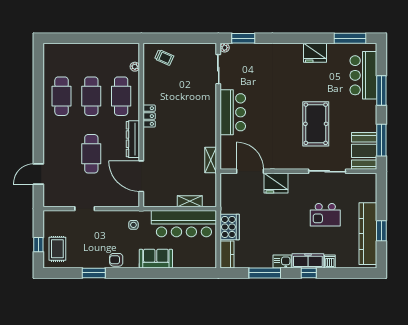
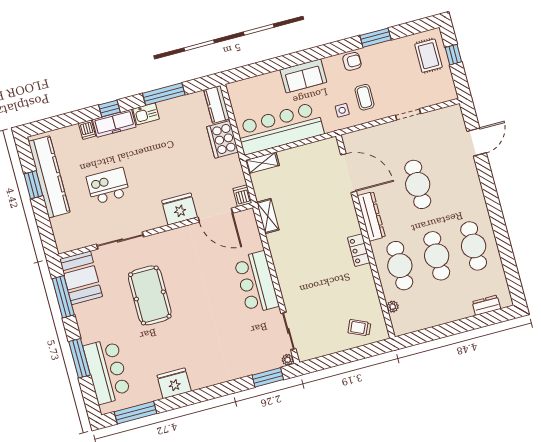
dresser: (64, 49) -> (486, 305), added
dishwasher: (226, 181) -> (242, 196), added
shelving: (190, 201) -> (262, 163), moved
coffee table: (114, 230) -> (364, 97), added

